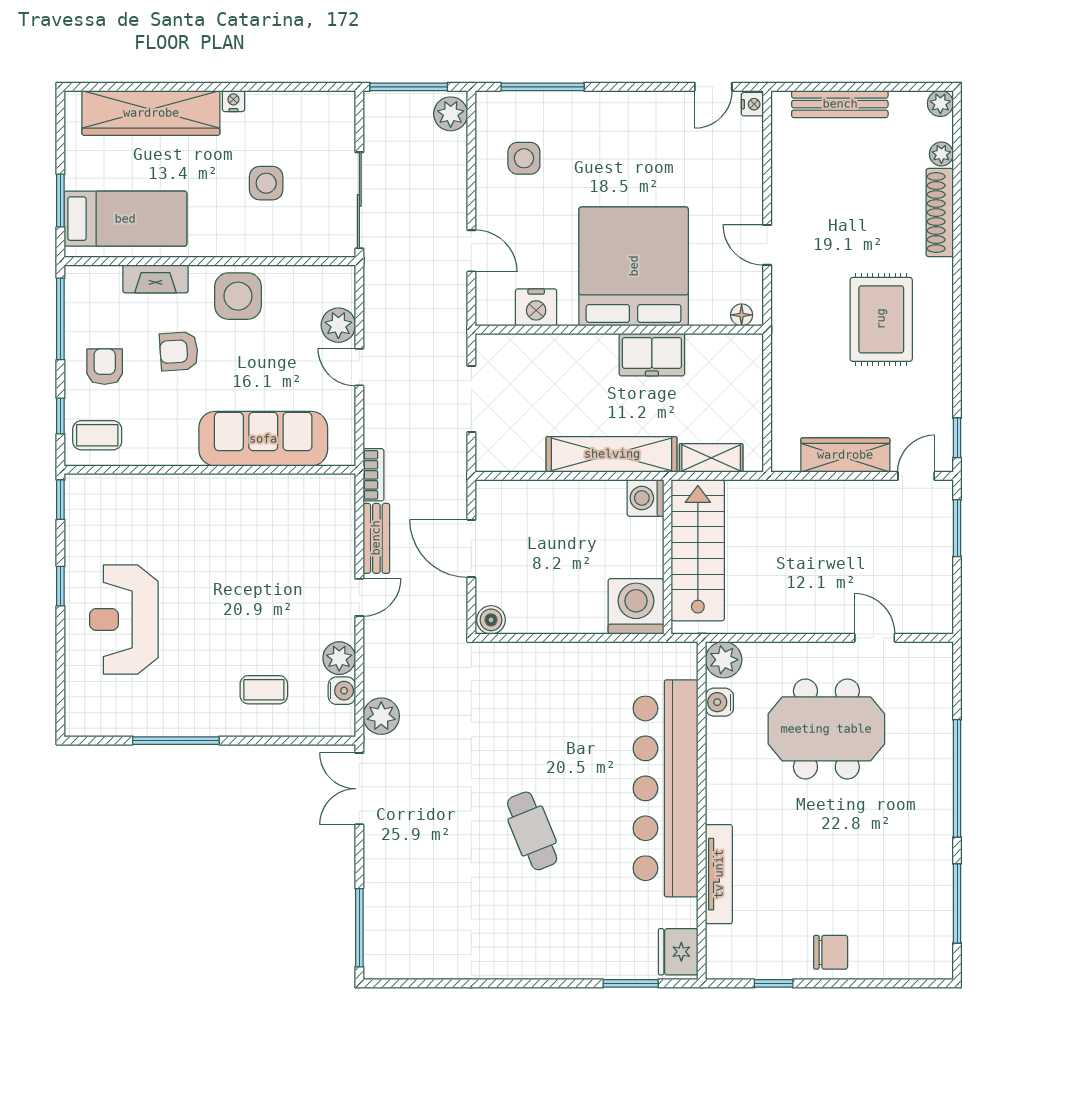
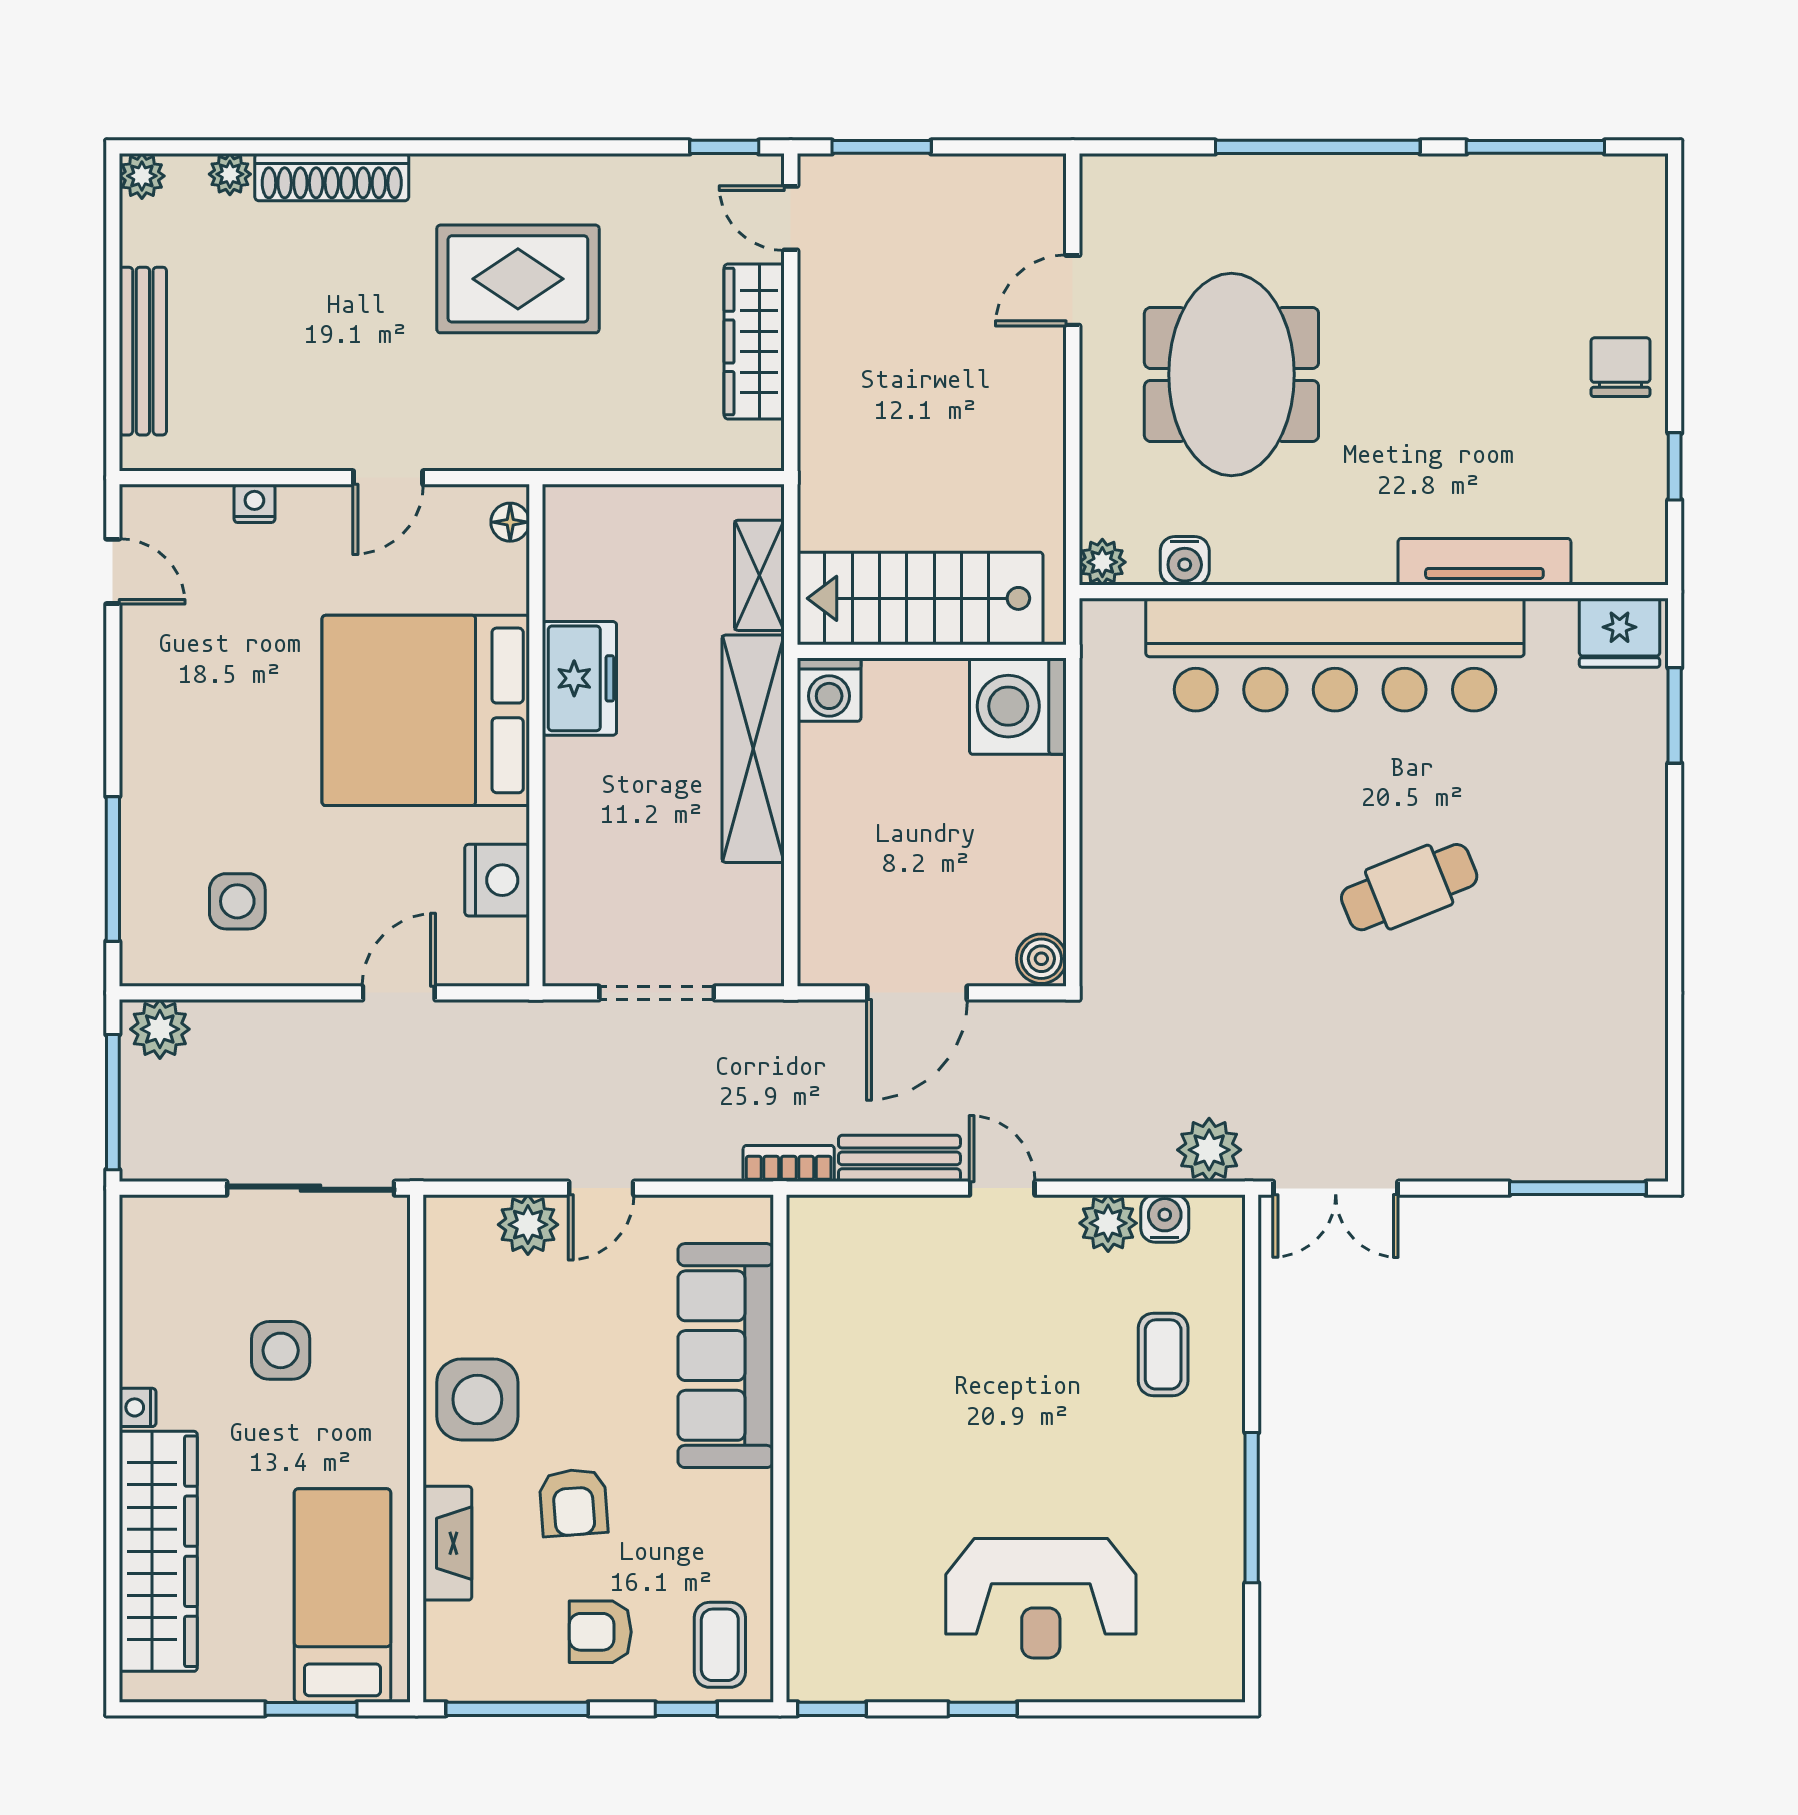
nightstand: (752, 104) -> (254, 503), moved
plant: (724, 660) -> (1102, 562), width x0.73, depth x0.73

